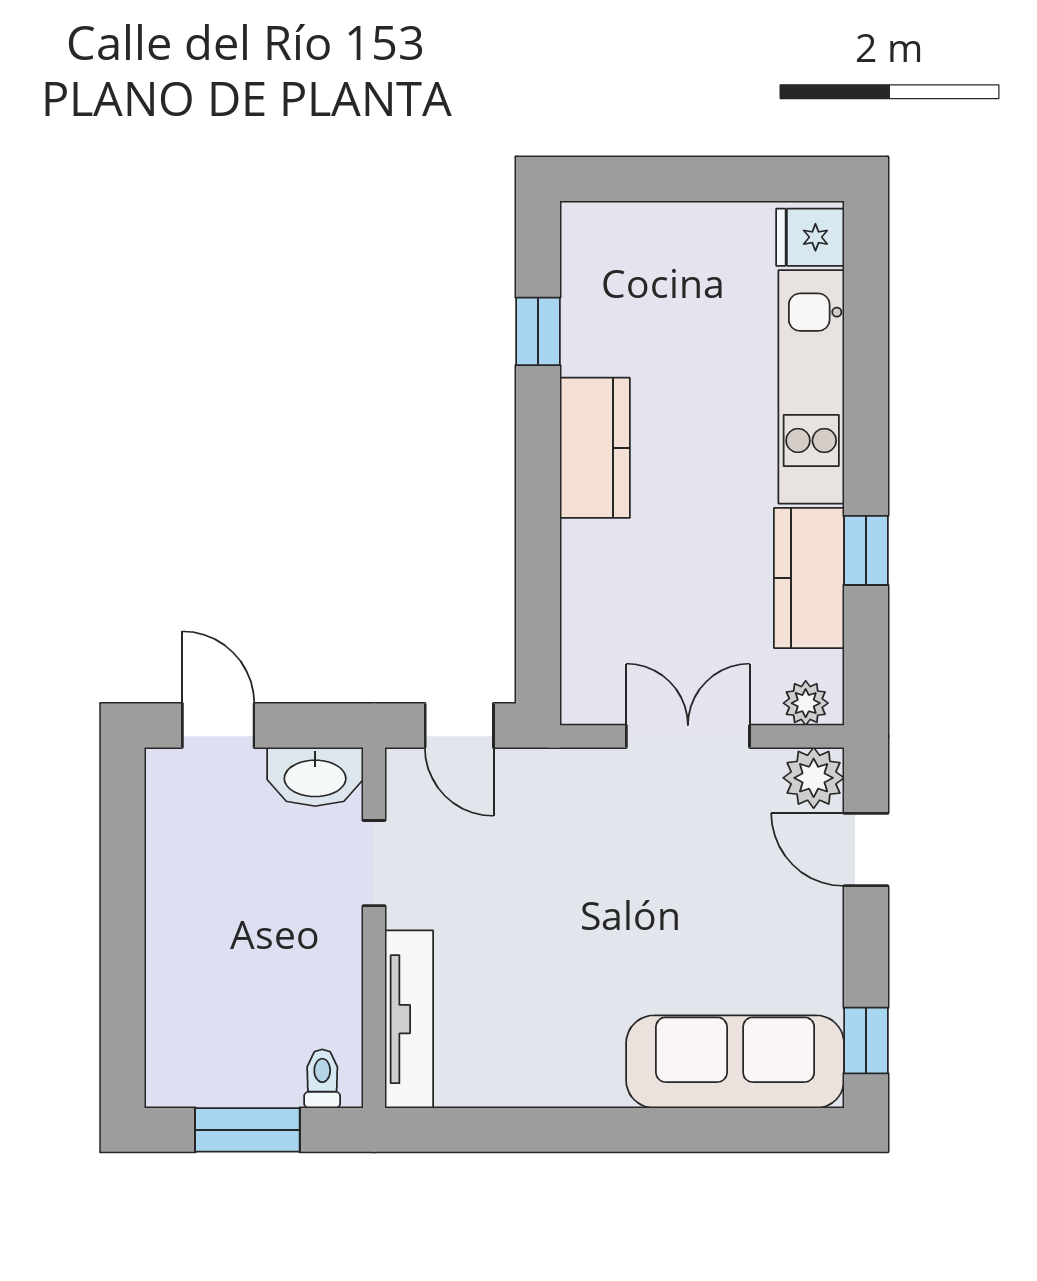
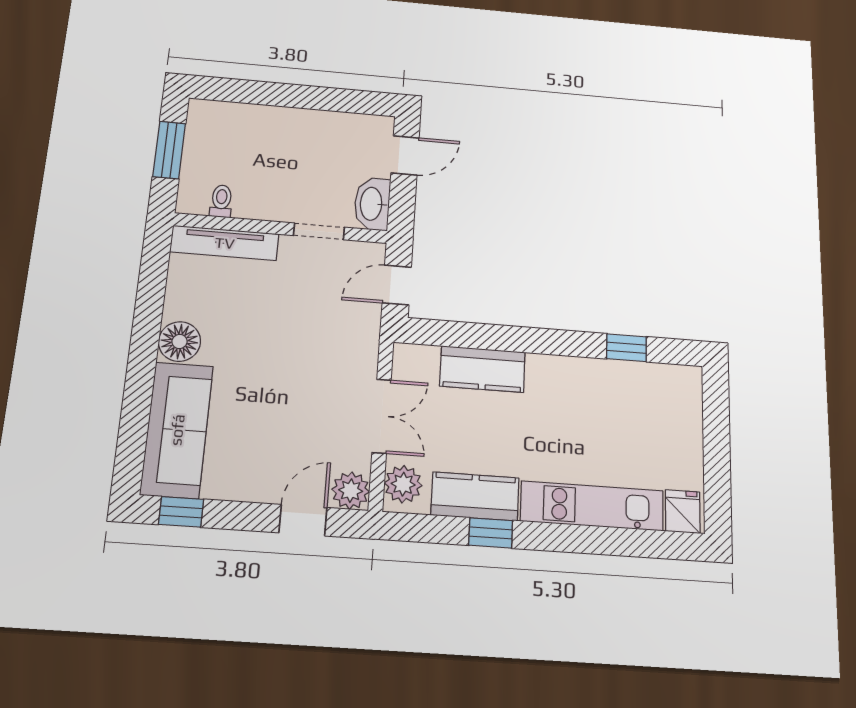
kitchen counter: (595, 448) -> (482, 369), moved
plant: (806, 703) -> (403, 484), width x1.38, depth x1.38
floor lamp: (588, 1074) -> (179, 342), added
toilet: (322, 1079) -> (221, 201), moved, turned -90

